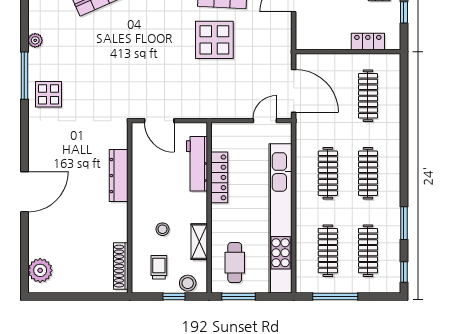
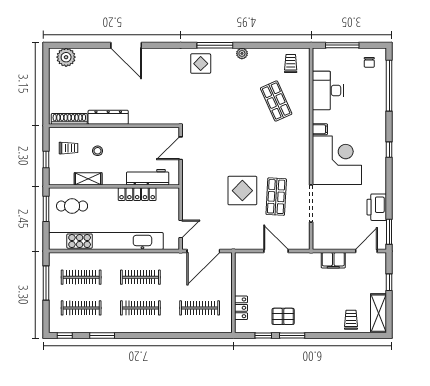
door: (265, 121) -> (181, 229), hinge flipped
dresser: (119, 176) -> (108, 117), moved
stool: (188, 283) -> (56, 170), removed

